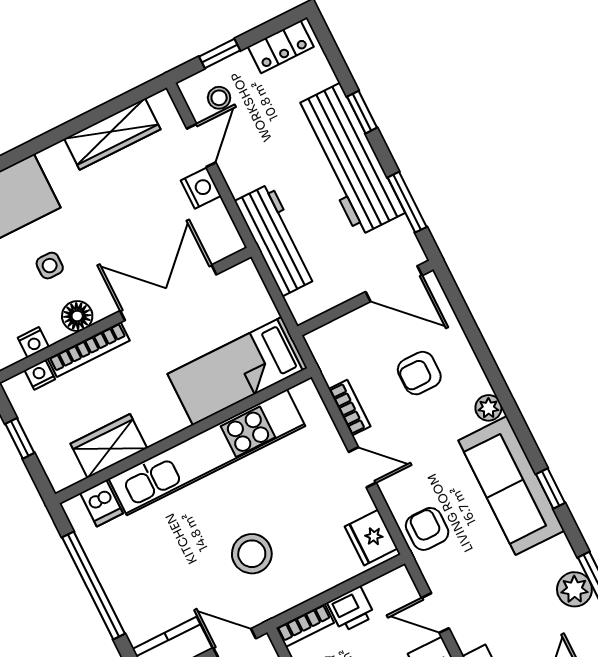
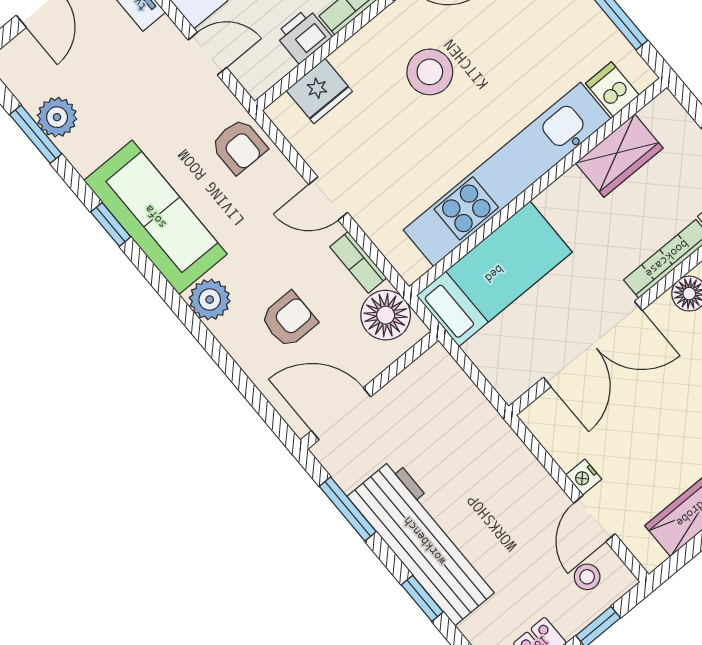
nightstand: (201, 188) -> (584, 477), width x0.72, depth x0.74
workbench: (276, 240) -> (485, 432), removed
floor lamp: (337, 358) -> (386, 315), added
plant: (488, 408) -> (210, 299), width x1.38, depth x1.38
fridge: (371, 538) -> (319, 91), moved, turned 90

